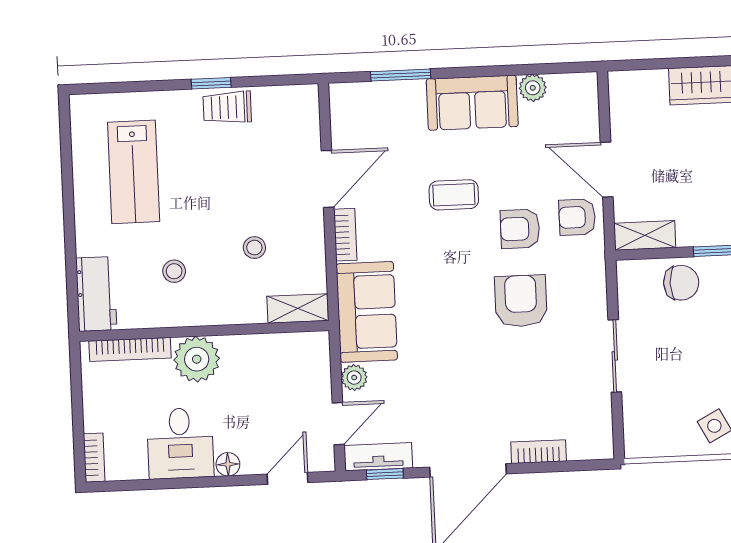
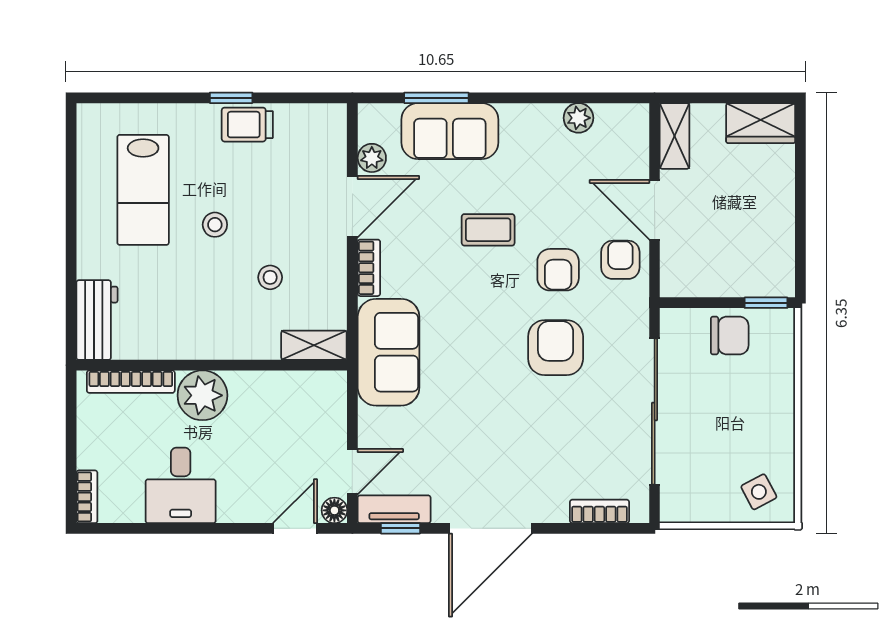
sofa: (472, 103) -> (450, 131), moved
armchair: (577, 217) -> (620, 260), turned 90
armchair: (520, 229) -> (558, 270), turned -90
shelving: (645, 235) -> (675, 136), moved, turned 90
stool: (174, 271) -> (215, 225), moved
sliding door: (615, 356) -> (655, 412), width x1.86
plant: (354, 378) -> (372, 158), moved
bookcase: (539, 452) -> (599, 511), moved
floor lamp: (228, 464) -> (334, 510), moved

